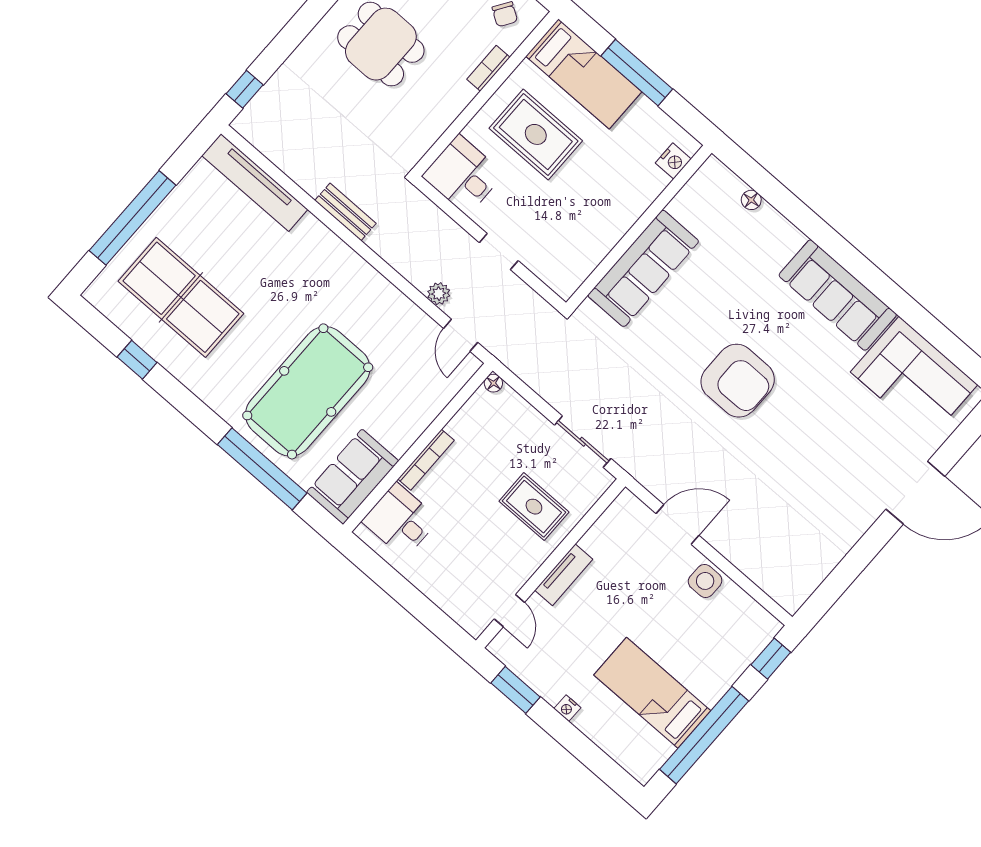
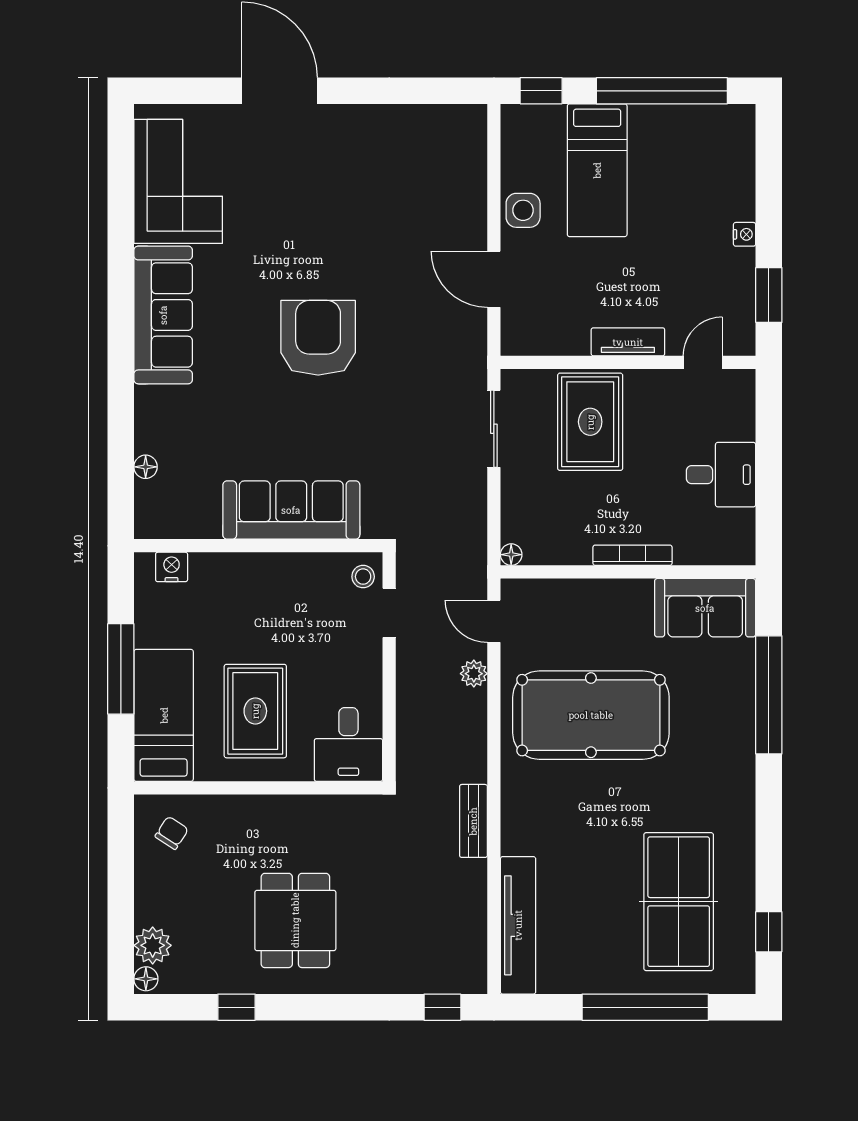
bookcase: (488, 68) -> (233, 805), removed
doorway: (499, 252) -> (389, 613), moved
stool: (561, 277) -> (363, 577), added
door: (461, 335) -> (494, 621), swing flipped
window: (137, 360) -> (769, 932), moved
pool table: (308, 391) -> (591, 715), moved
rug: (534, 507) -> (590, 422), width x1.36, depth x1.43
desk: (400, 520) -> (721, 475), moved, turned -90
bed: (652, 693) -> (597, 170), moved

